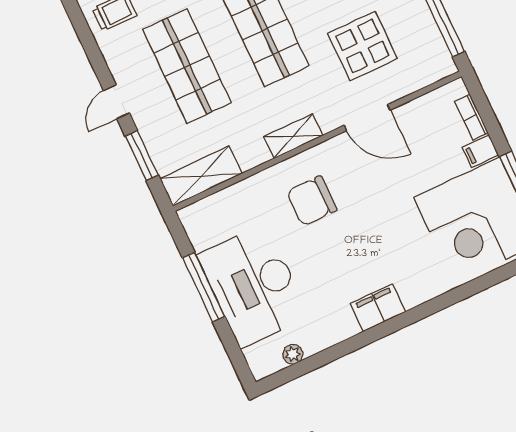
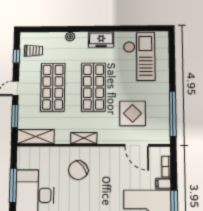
window: (87, 38) -> (16, 56), added
door: (367, 118) -> (137, 145), moved
chair: (312, 201) -> (78, 170), turned -38

